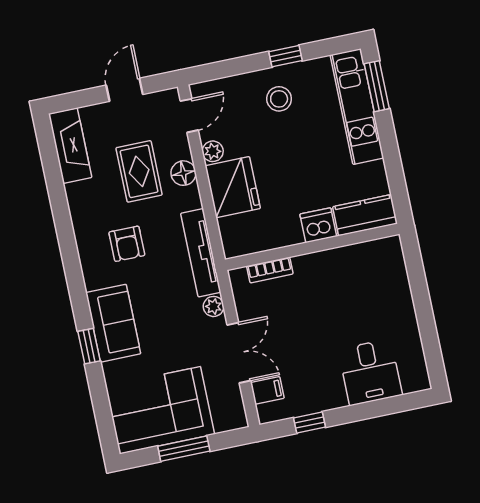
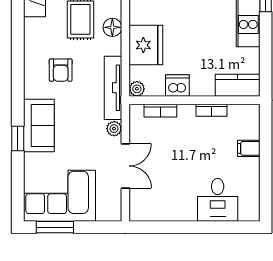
plant: (213, 151) -> (137, 89), moved
dishwasher: (318, 225) -> (177, 86), moved
bookcase: (338, 255) -> (212, 110), added
filing cabinet: (267, 390) -> (249, 148), moved, turned 180
window: (310, 422) -> (166, 227), removed
window: (184, 449) -> (55, 227), moved

